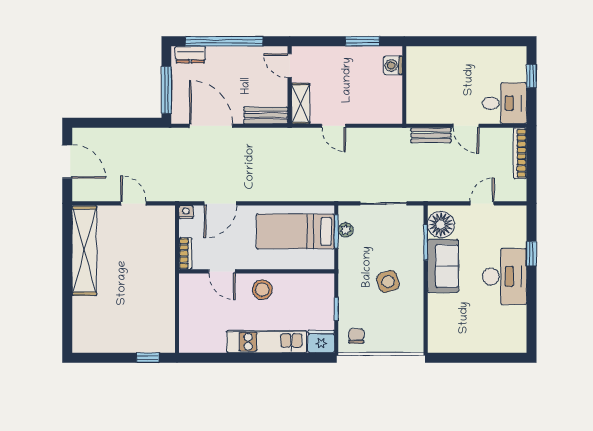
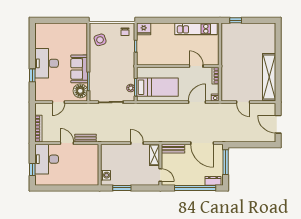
desk: (504, 103) -> (47, 159), width x1.37
side table: (388, 282) -> (100, 40), moved
stool: (262, 290) -> (175, 56), removed
kitchen unit: (267, 342) -> (196, 29), moved

